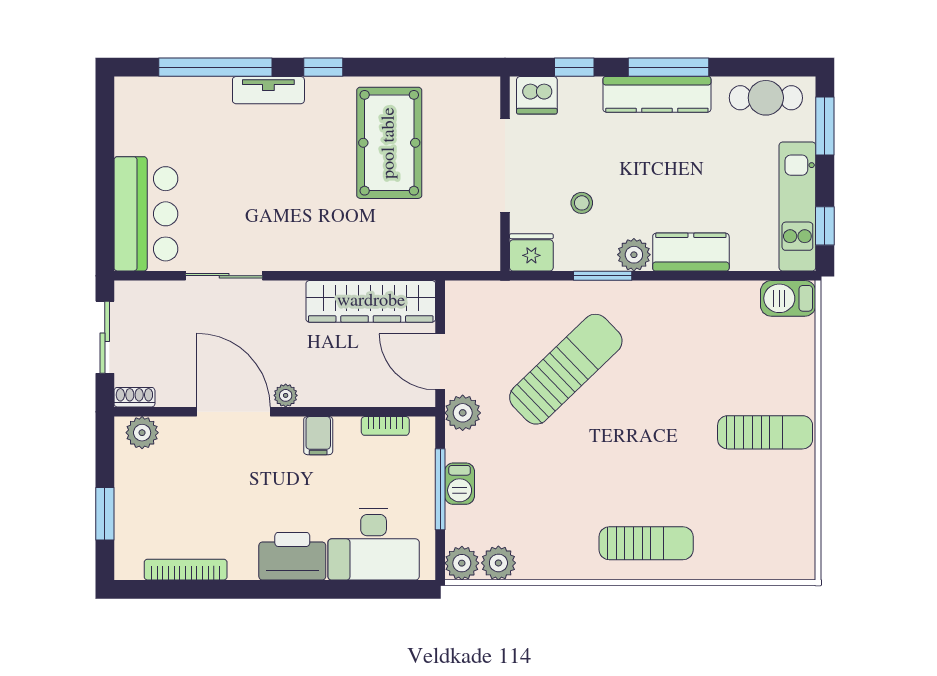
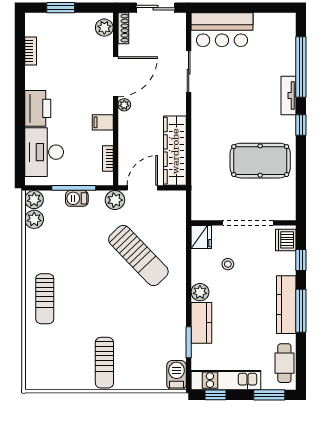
window: (603, 276) -> (189, 342), moved
shoe rack: (134, 397) -> (123, 28), width x1.43
bookcase: (186, 570) -> (31, 51), width x0.64

